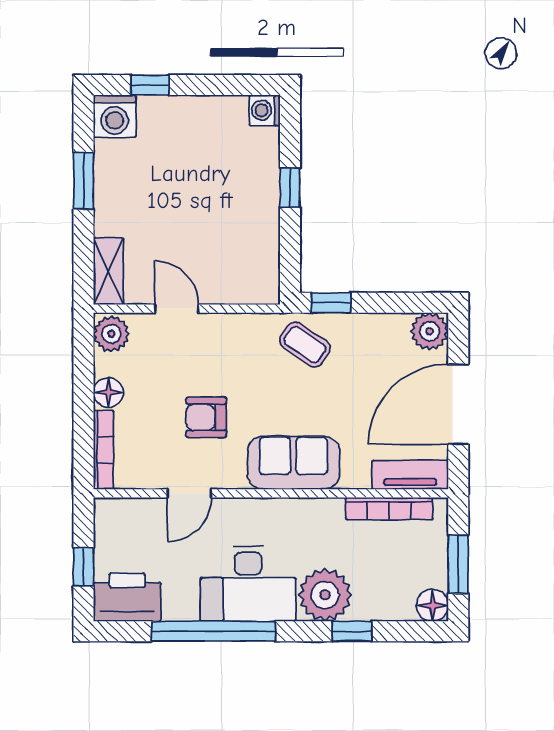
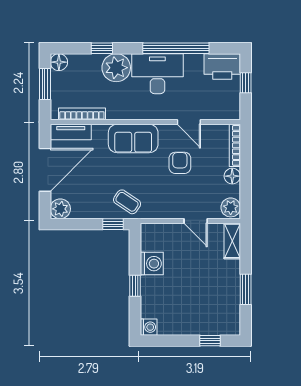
washing machine: (115, 116) -> (152, 264), moved, turned 90
armchair: (206, 417) -> (180, 163), turned -90
door: (189, 493) -> (189, 122), swing flipped

